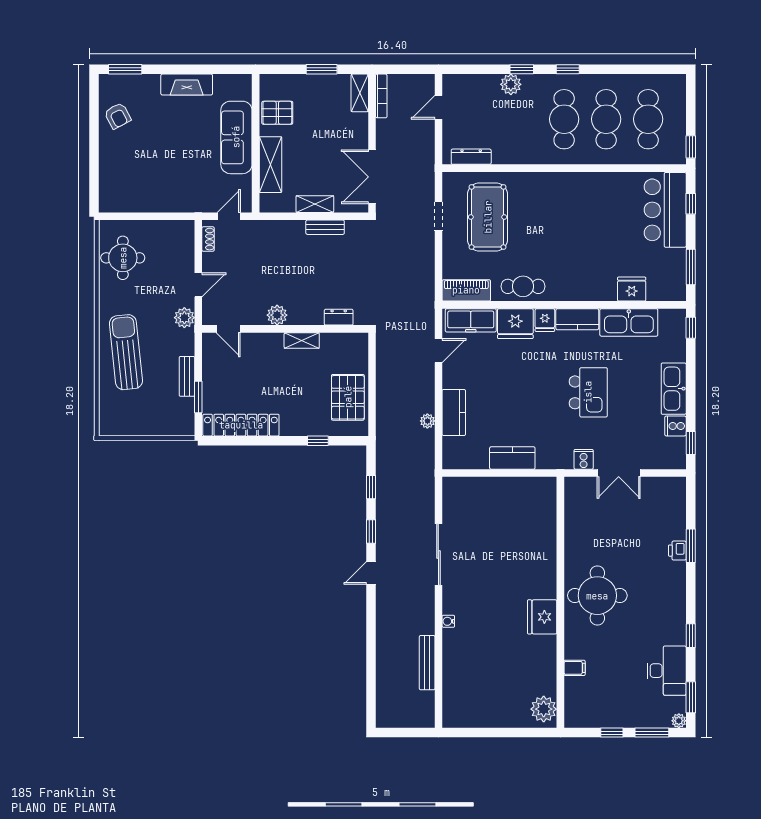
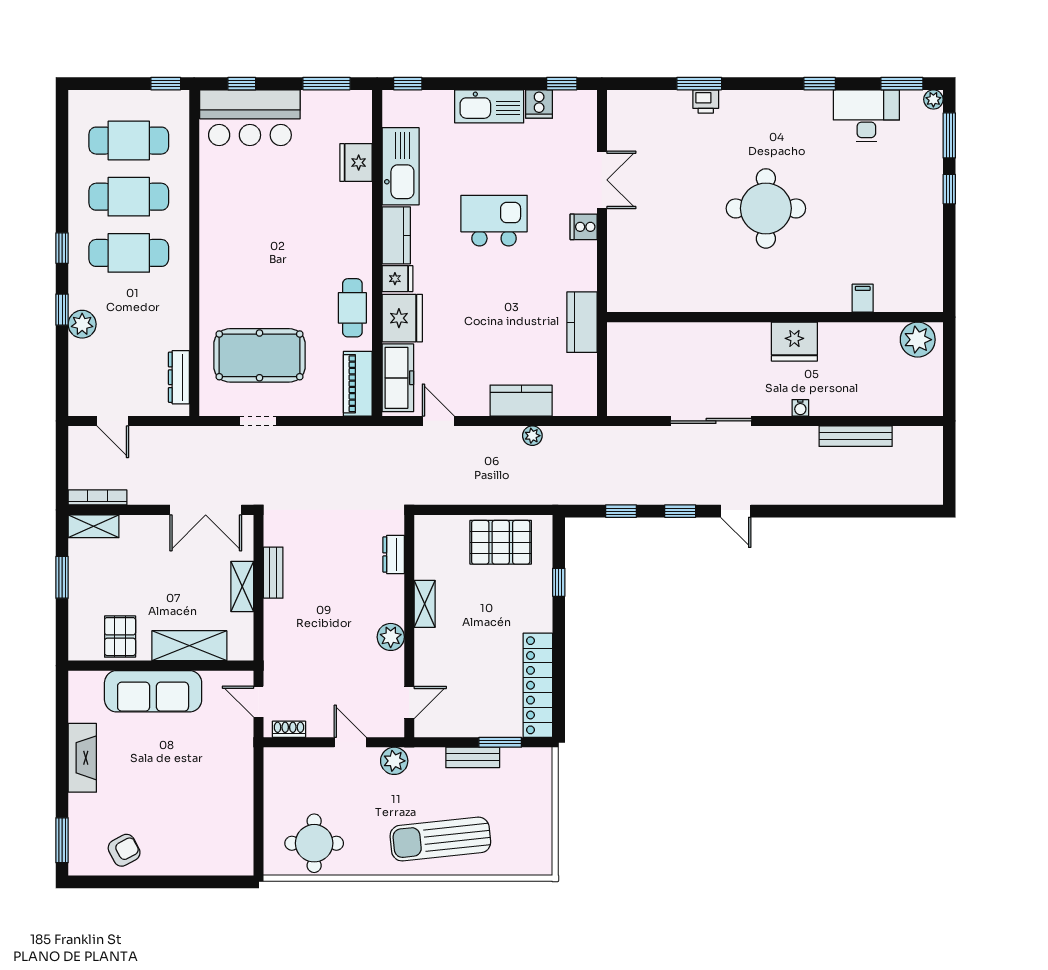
wall: (560, 602) -> (775, 317), moved
fridge: (542, 617) -> (794, 342), moved
filing cabinet: (575, 668) -> (863, 298), moved
plant: (544, 709) -> (918, 340), moved

